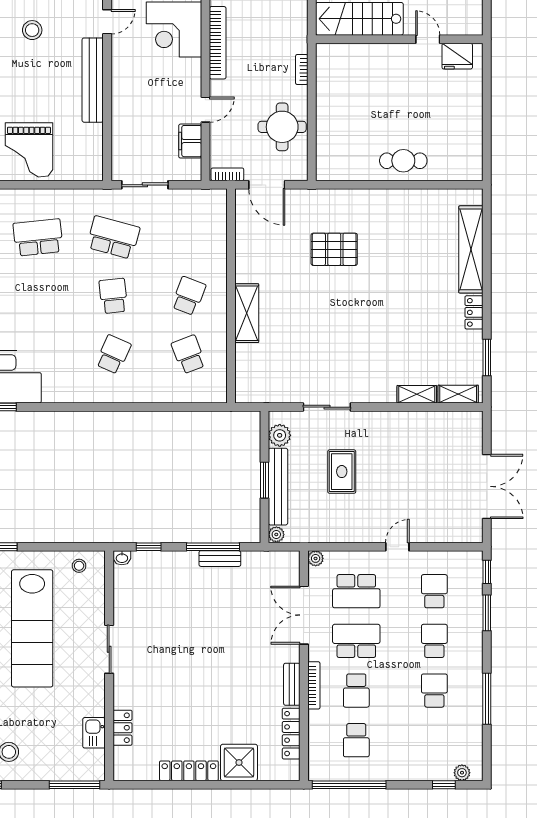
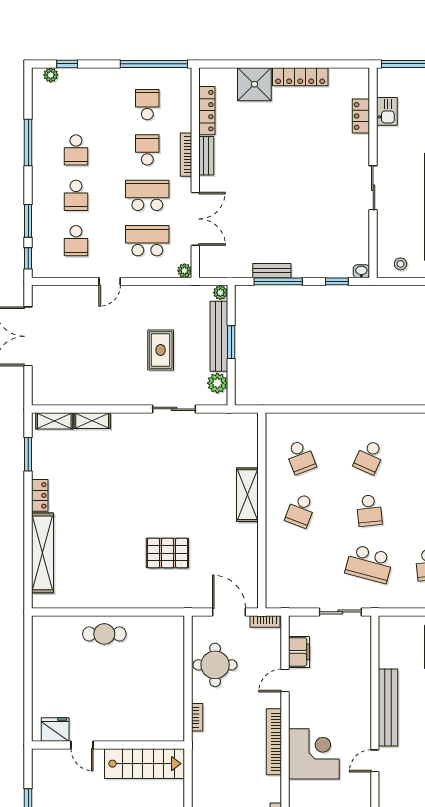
school desk: (356, 641) -> (147, 195), turned 180

